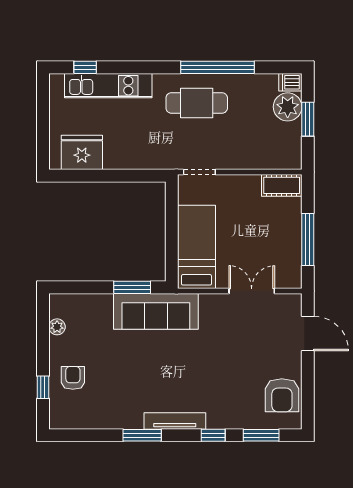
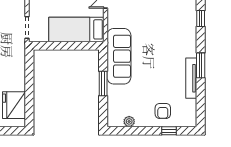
window: (132, 287) -> (103, 83), moved
armchair: (73, 378) -> (163, 111), turned -90
tv unit: (175, 421) -> (191, 78), moved

